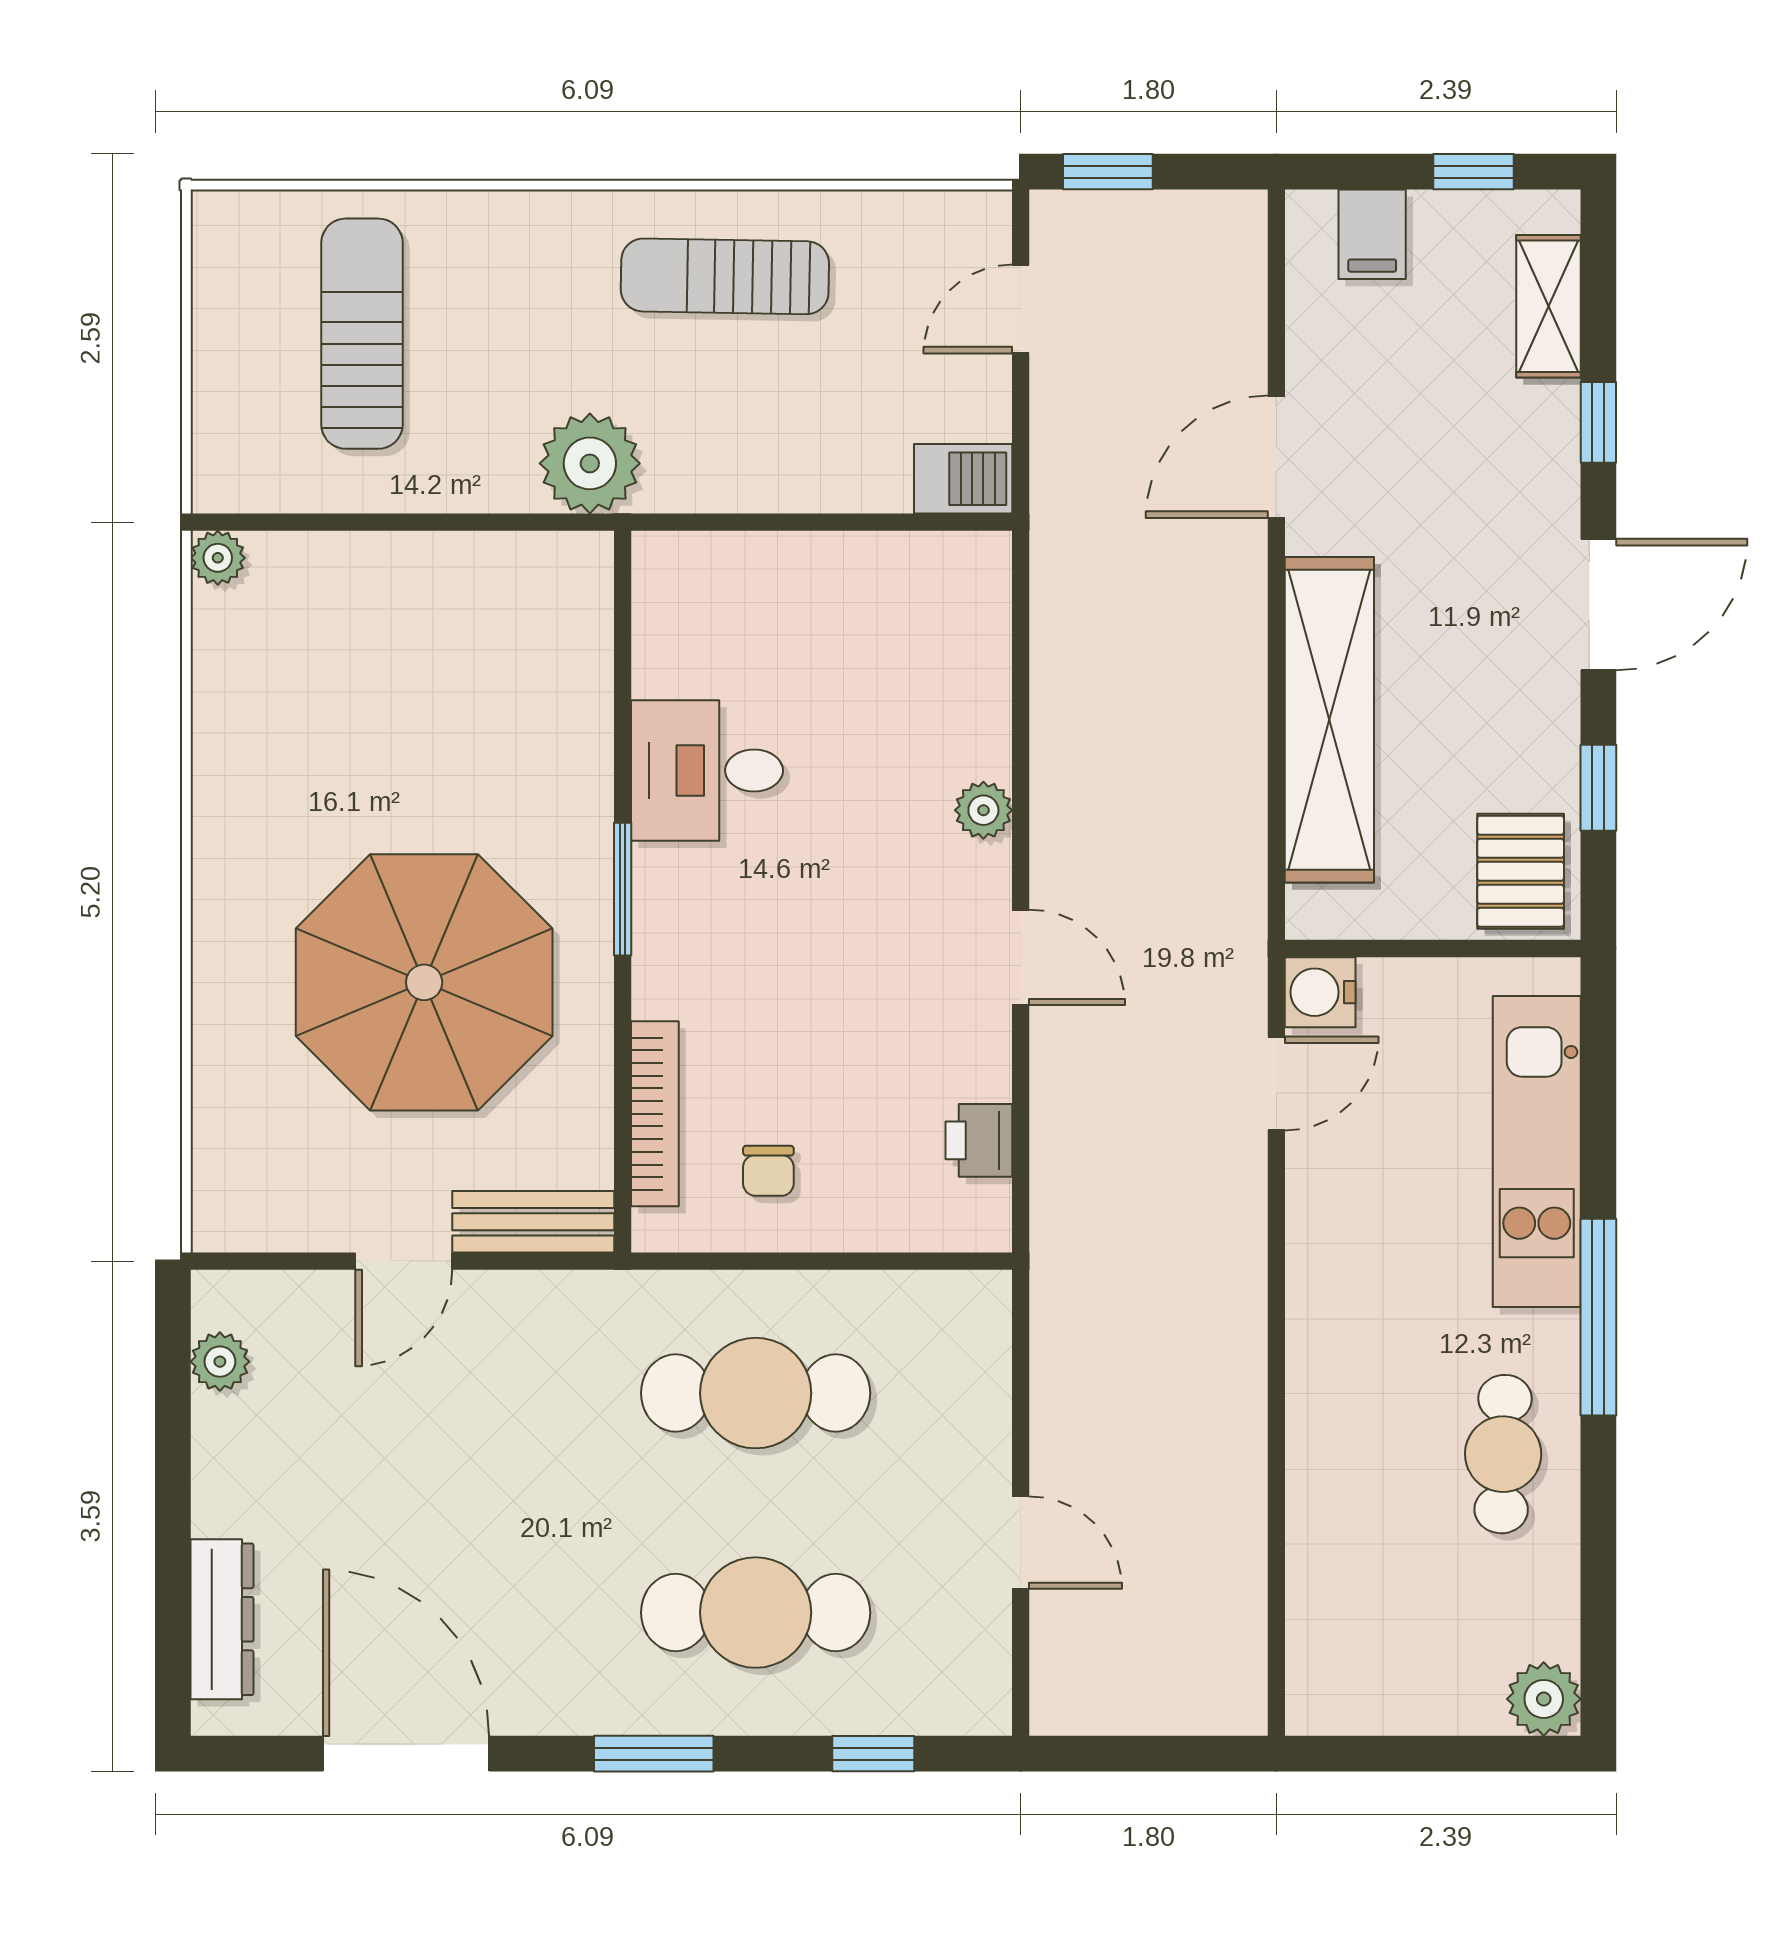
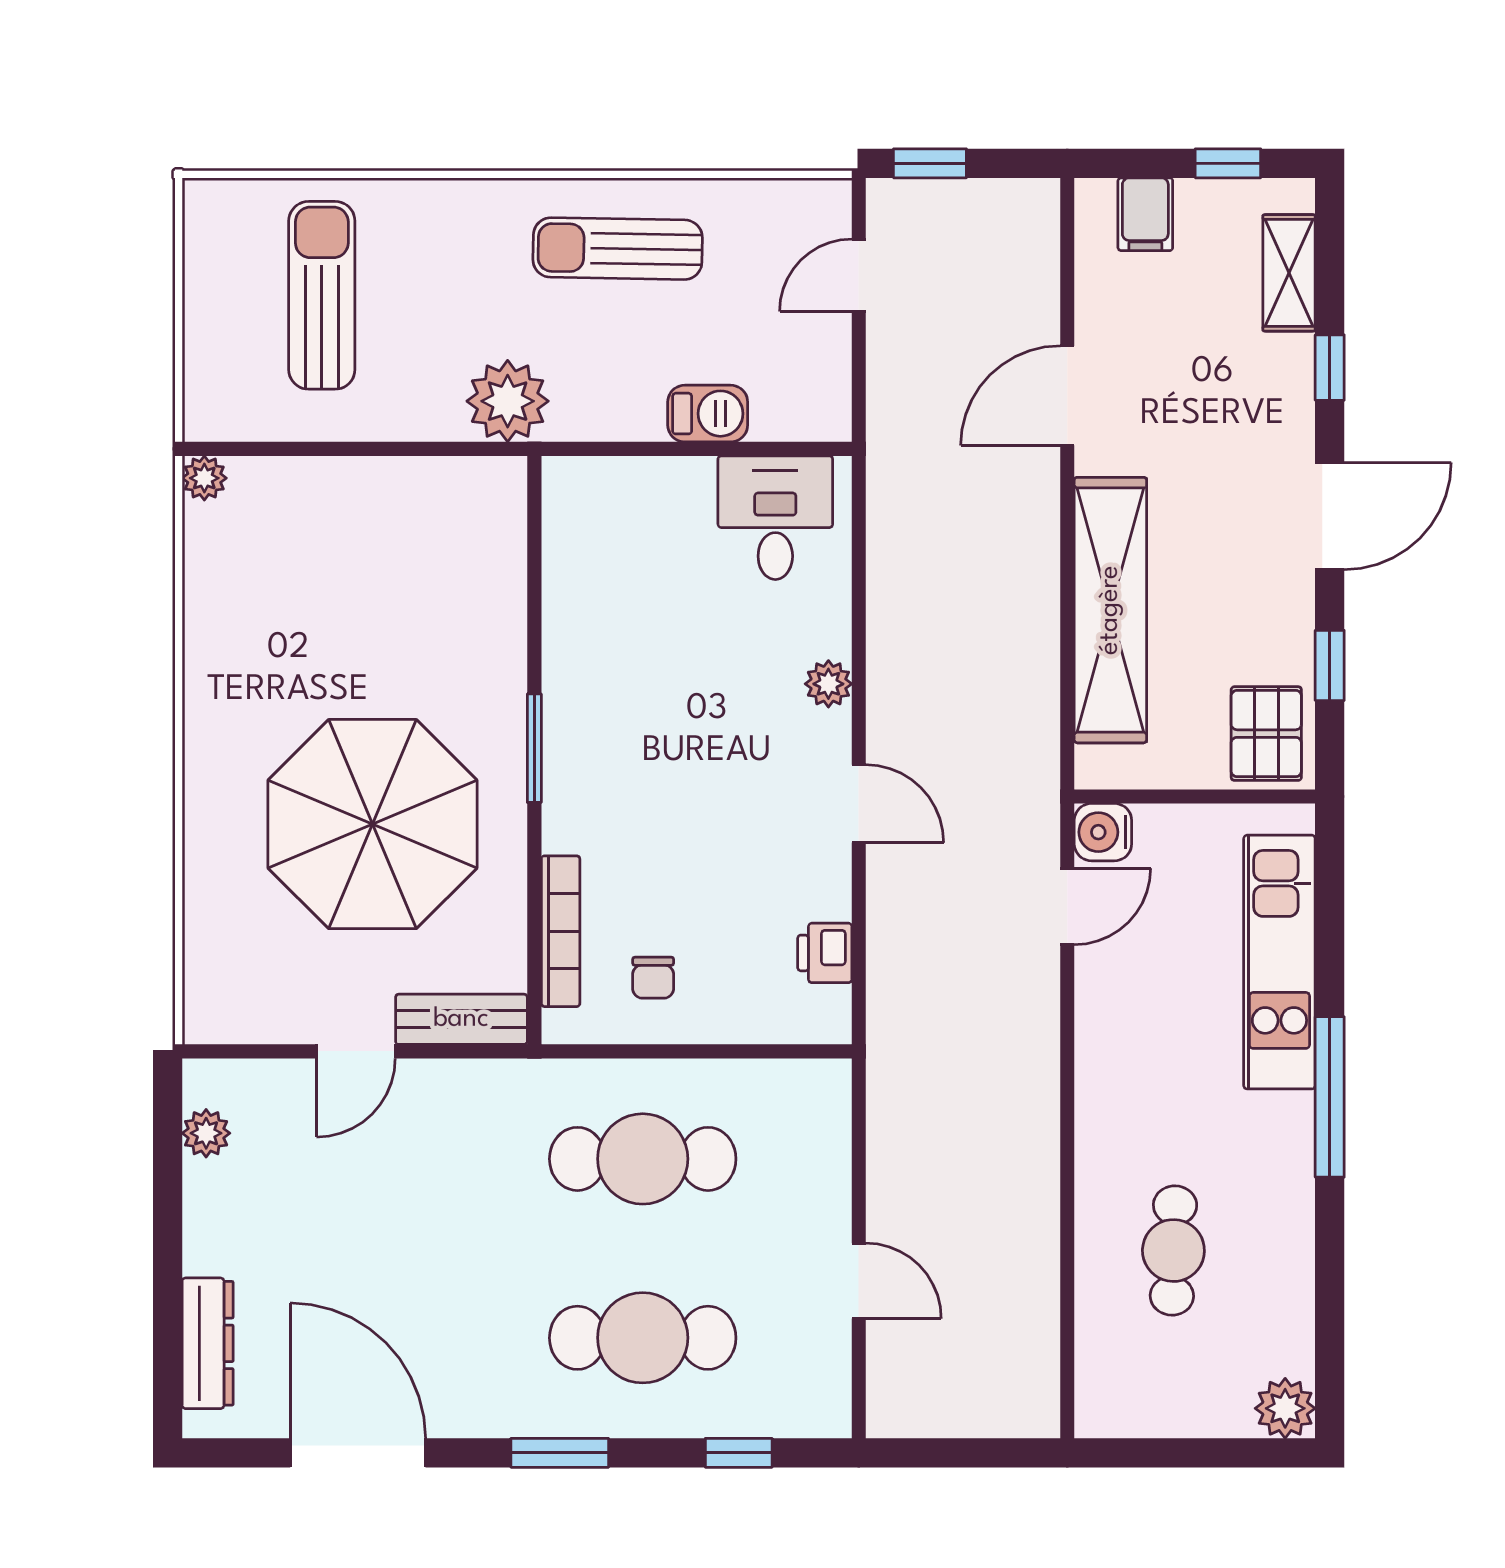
barbecue: (963, 479) -> (708, 414), moved
desk: (707, 771) -> (775, 518), moved, turned 90
cafe table: (1503, 1454) -> (1173, 1251), moved

